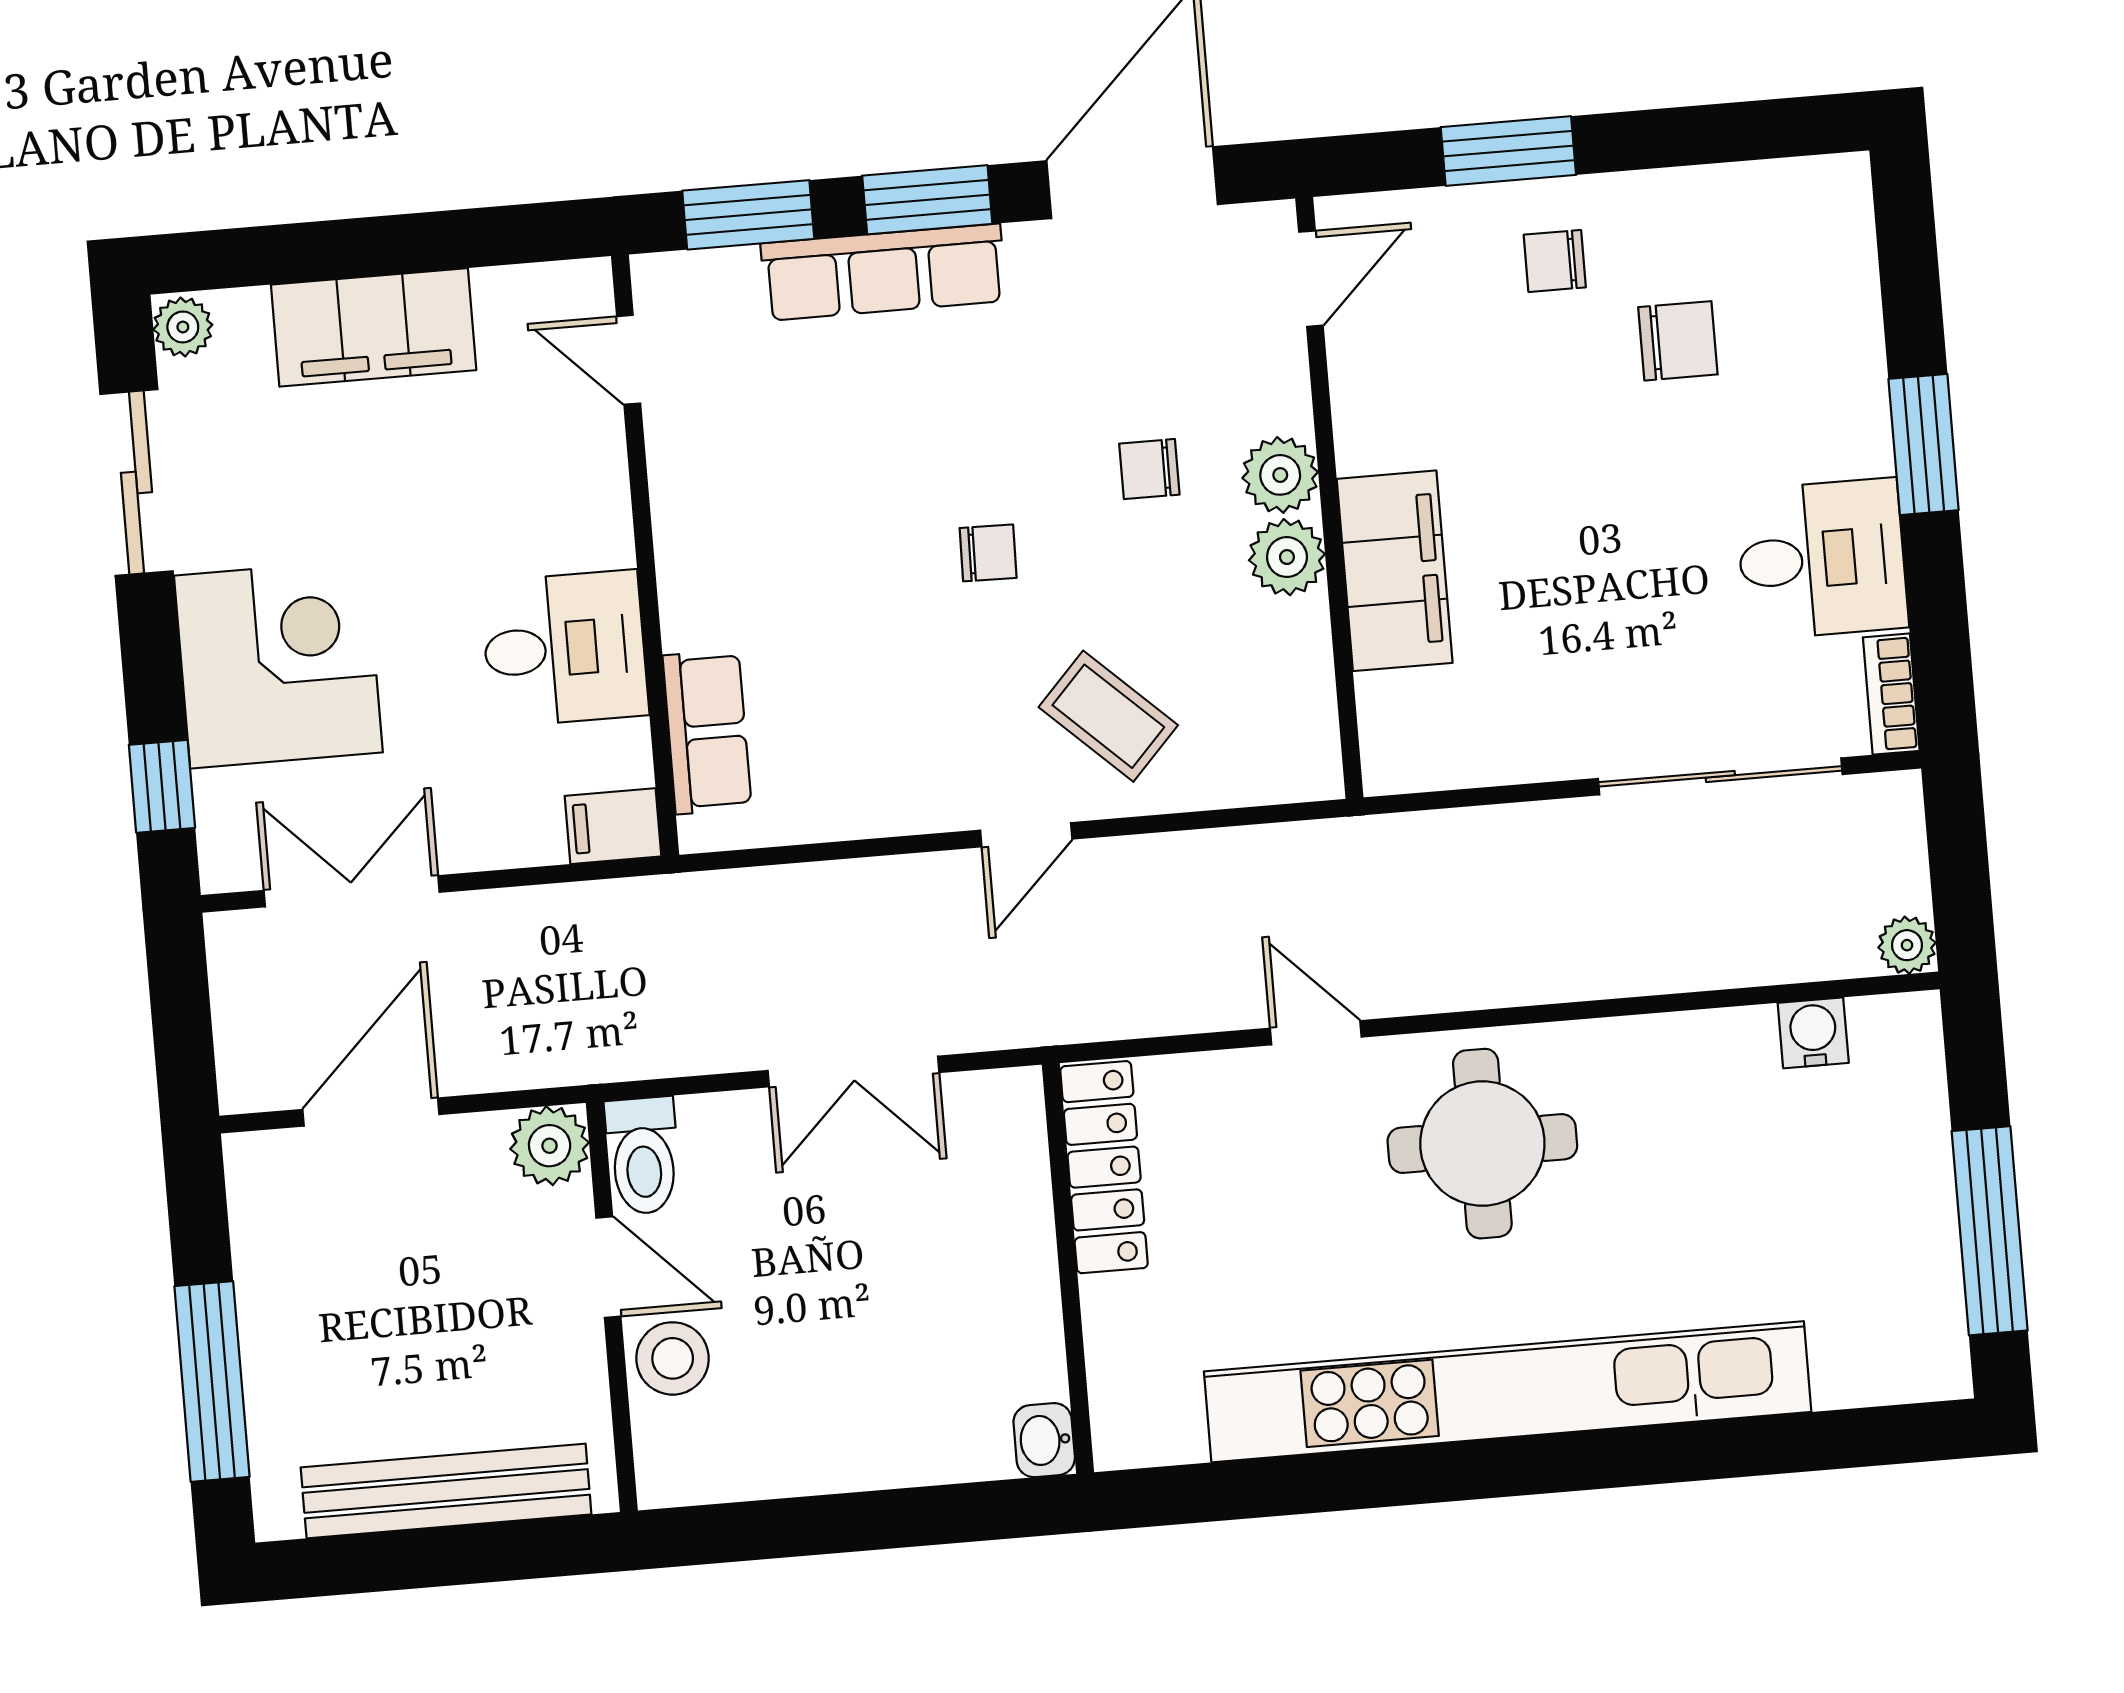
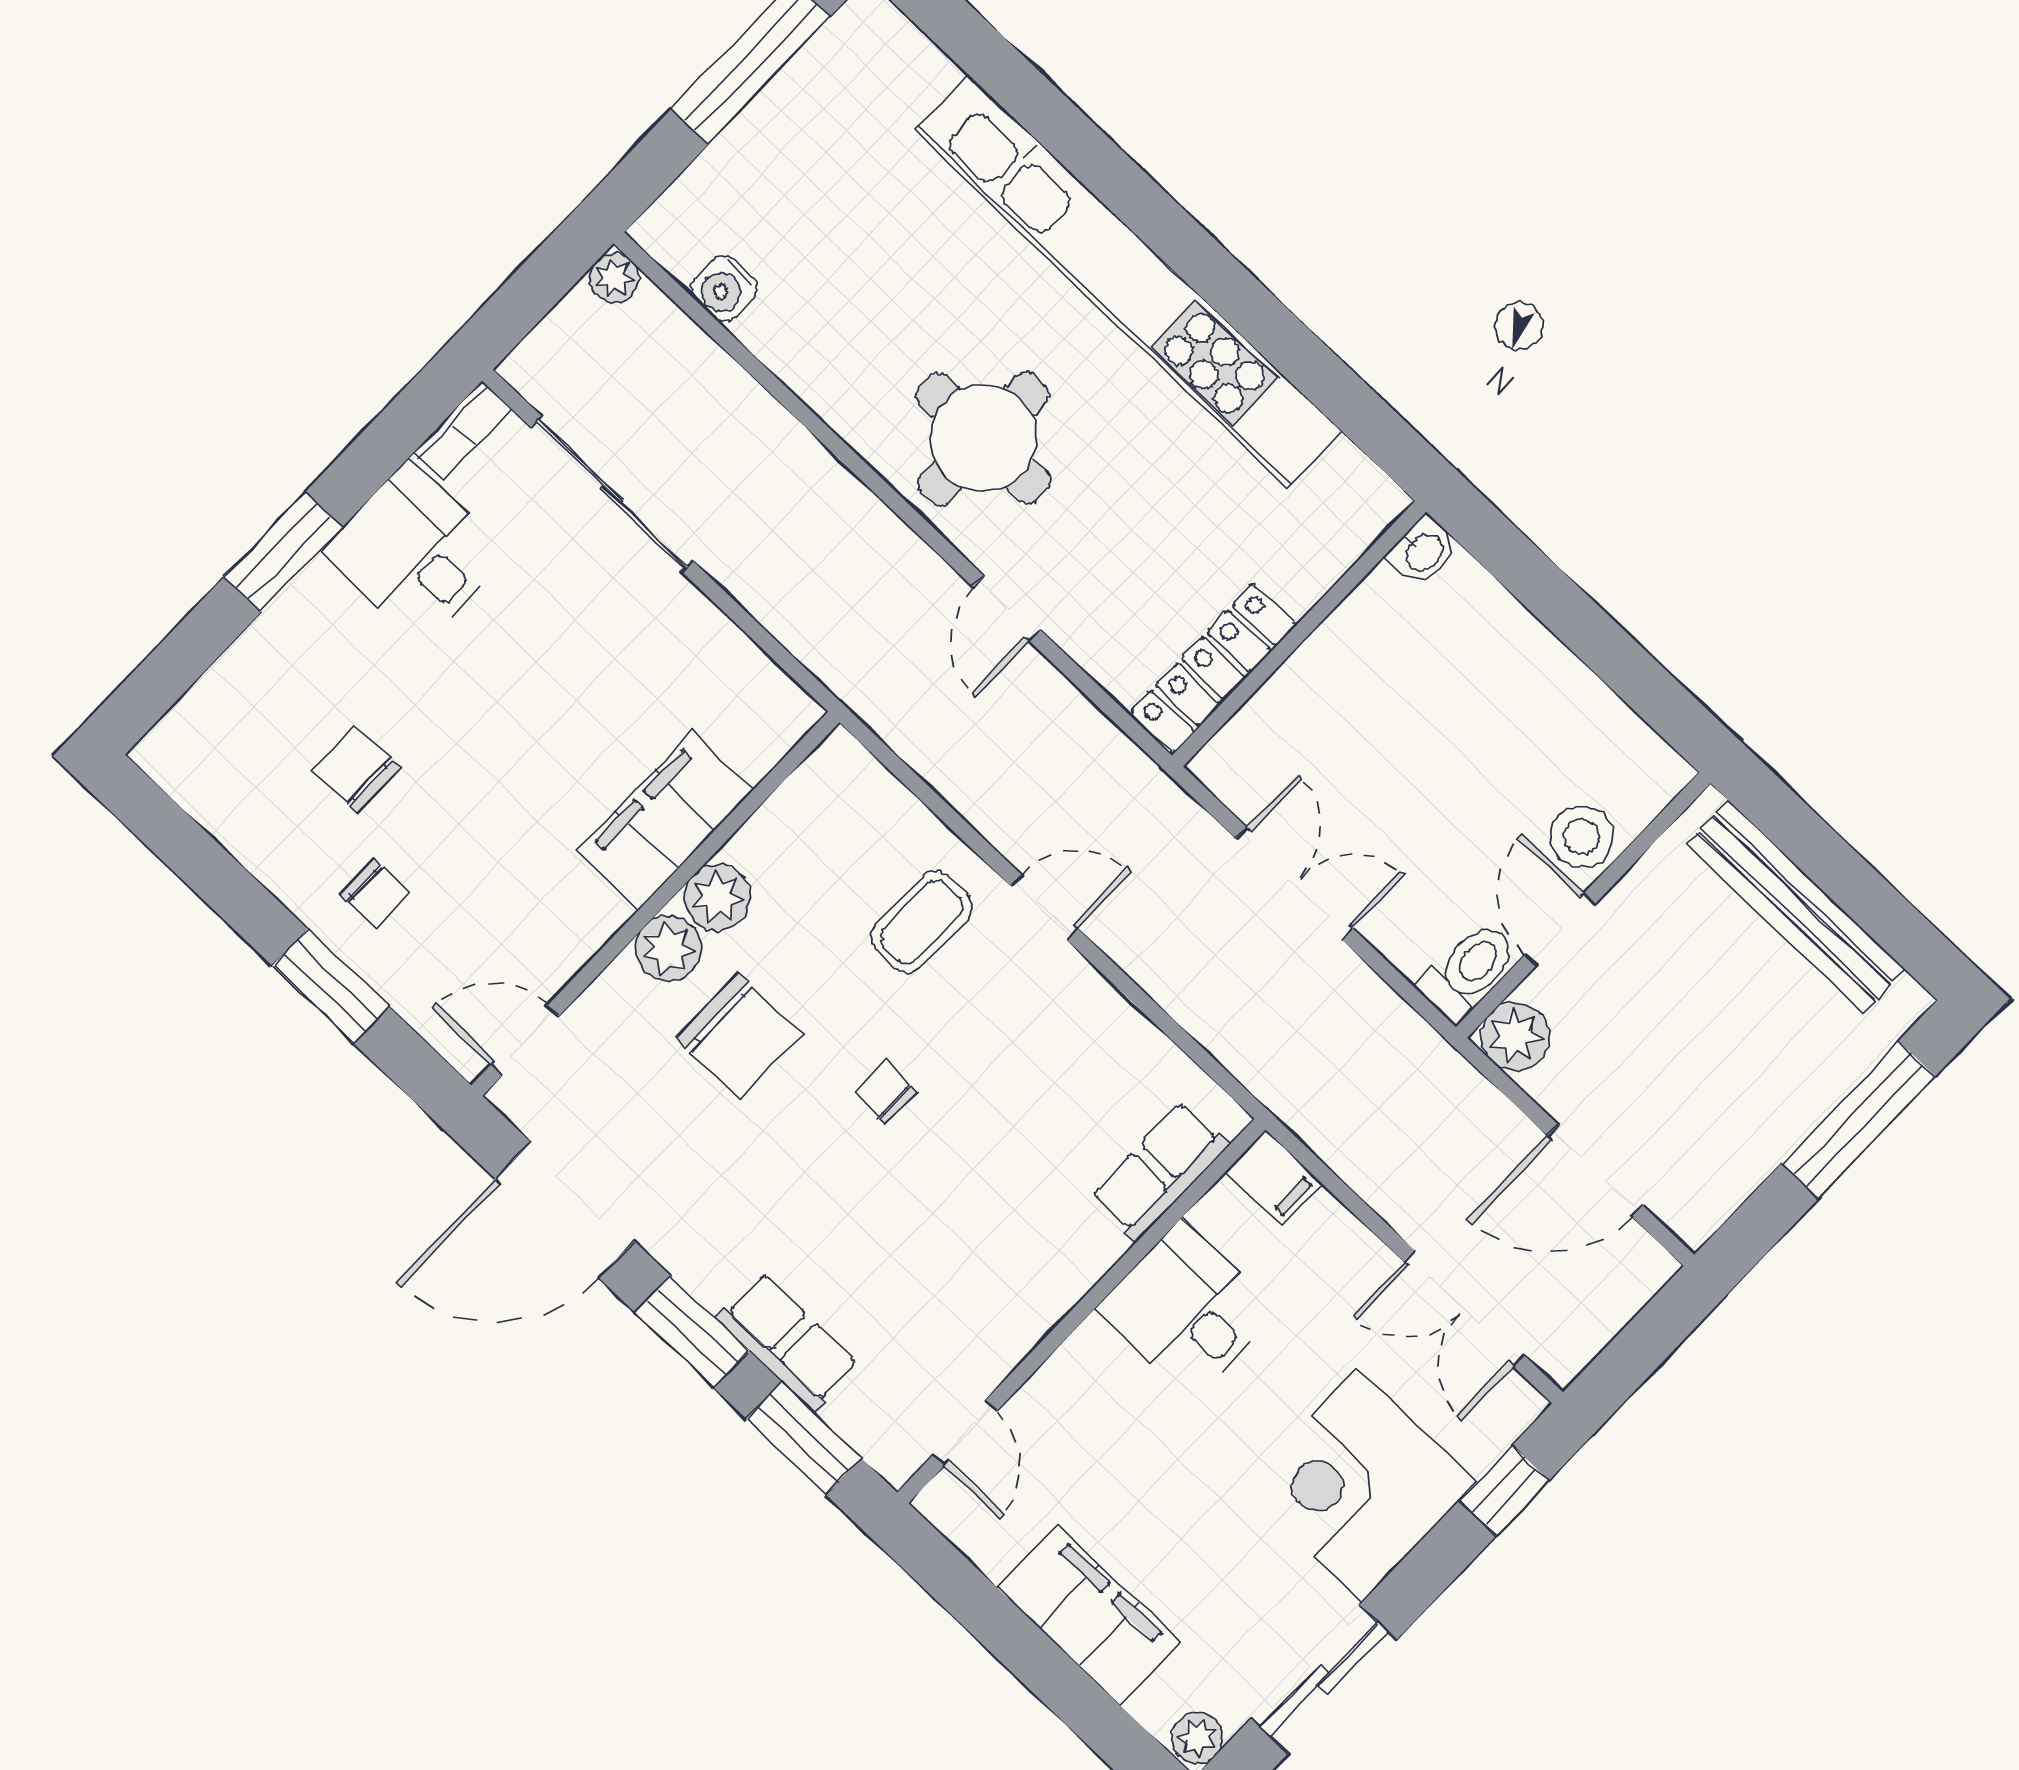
row of seats: (883, 272) -> (788, 1342), width x0.68
chair: (1149, 469) -> (739, 1036), width x1.87, depth x1.87
coffee table: (1108, 716) -> (921, 922), turned 47

